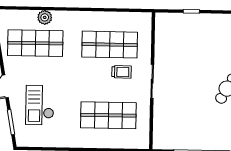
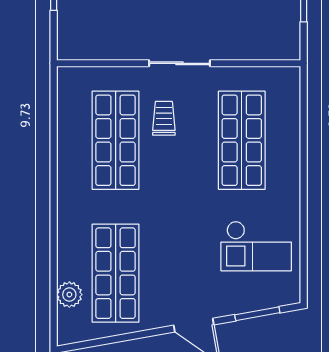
plant: (45, 17) -> (69, 295), moved
checkout: (40, 105) -> (256, 246), moved

